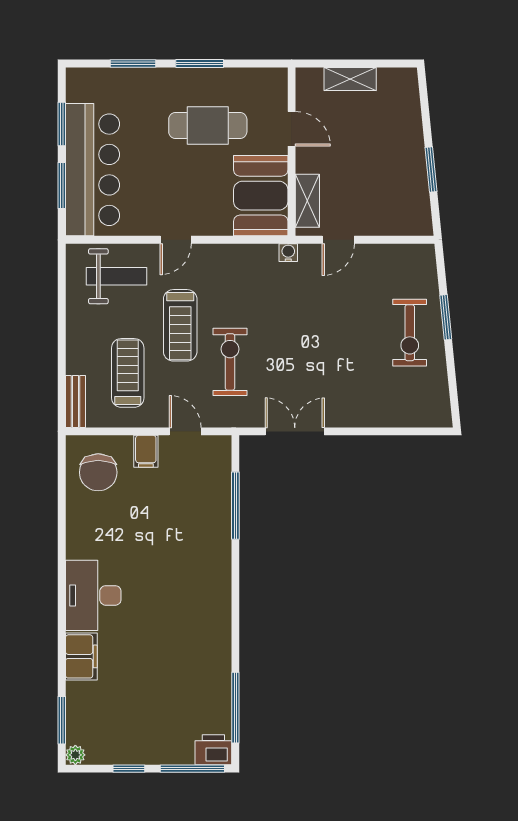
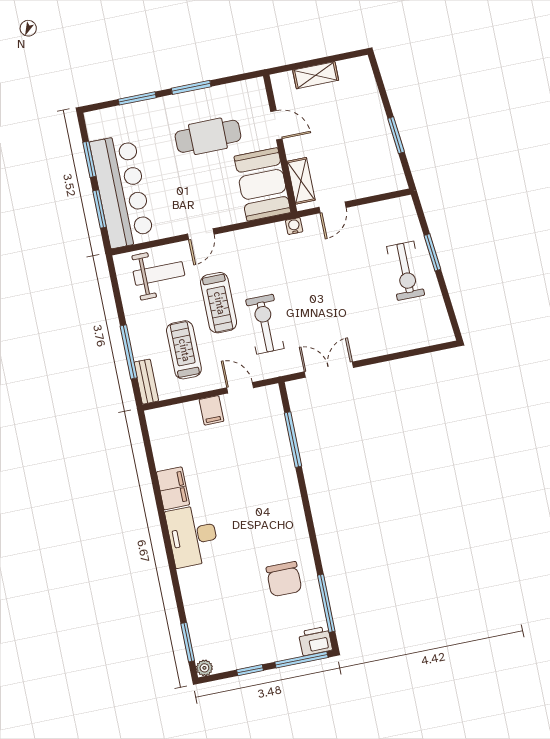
window: (62, 362) -> (129, 352), added
chair: (98, 472) -> (284, 579), moved
filing cabinet: (81, 656) -> (173, 488), moved

